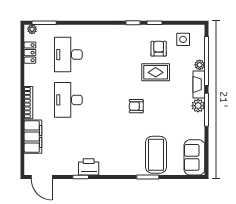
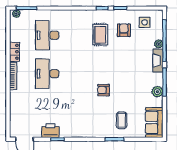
locker: (30, 53) -> (15, 52), moved
rug: (156, 72) -> (100, 35), moved, turned 90
armchair: (136, 106) -> (104, 90), moved
plant: (198, 106) -> (157, 92), moved
filing cabinet: (33, 137) -> (17, 105), removed
coffee table: (156, 155) -> (122, 120), width x0.54, depth x0.58
printer: (89, 167) -> (50, 131), moved

